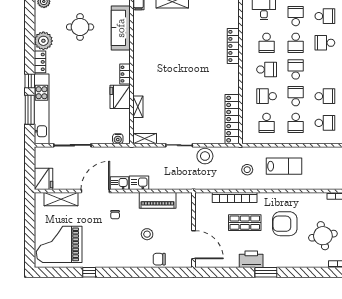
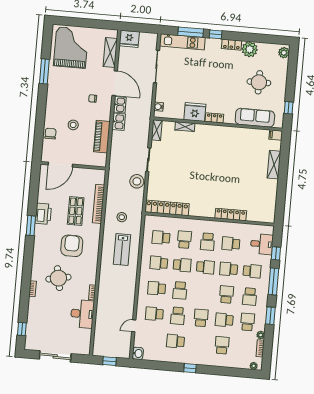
kitchen unit: (42, 109) -> (182, 42), width x0.73
school desk: (325, 123) -> (157, 288), turned 90
window: (89, 272) -> (44, 71), width x2.17

